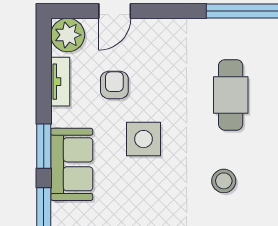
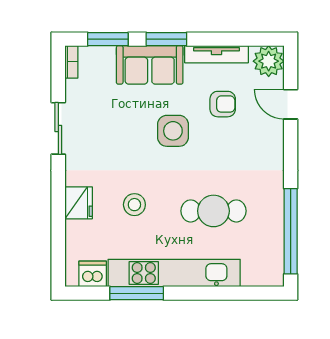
tv unit: (60, 82) -> (216, 54), width x1.41

